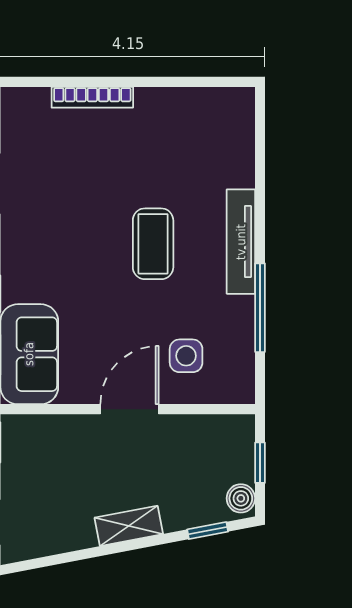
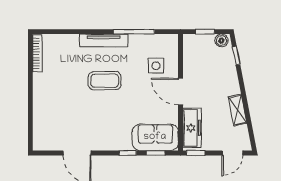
bookcase: (92, 97) -> (37, 53), moved
freezer: (50, 434) -> (192, 128), added
shelving: (129, 526) -> (237, 110), moved

